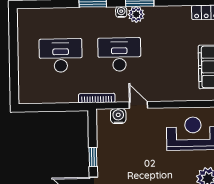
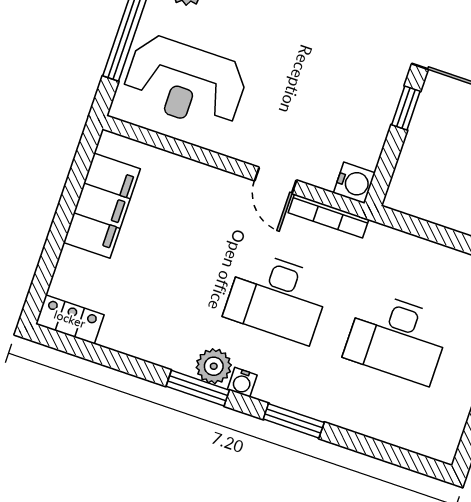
bookcase: (97, 98) -> (328, 216), moved
water cooler: (118, 116) -> (354, 183), moved, turned -90

